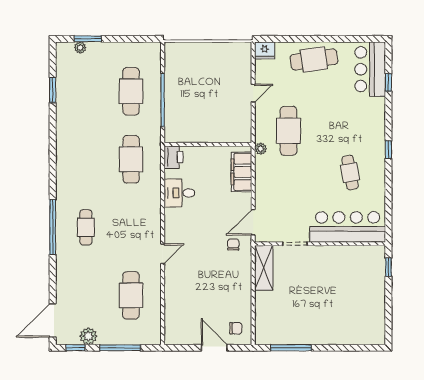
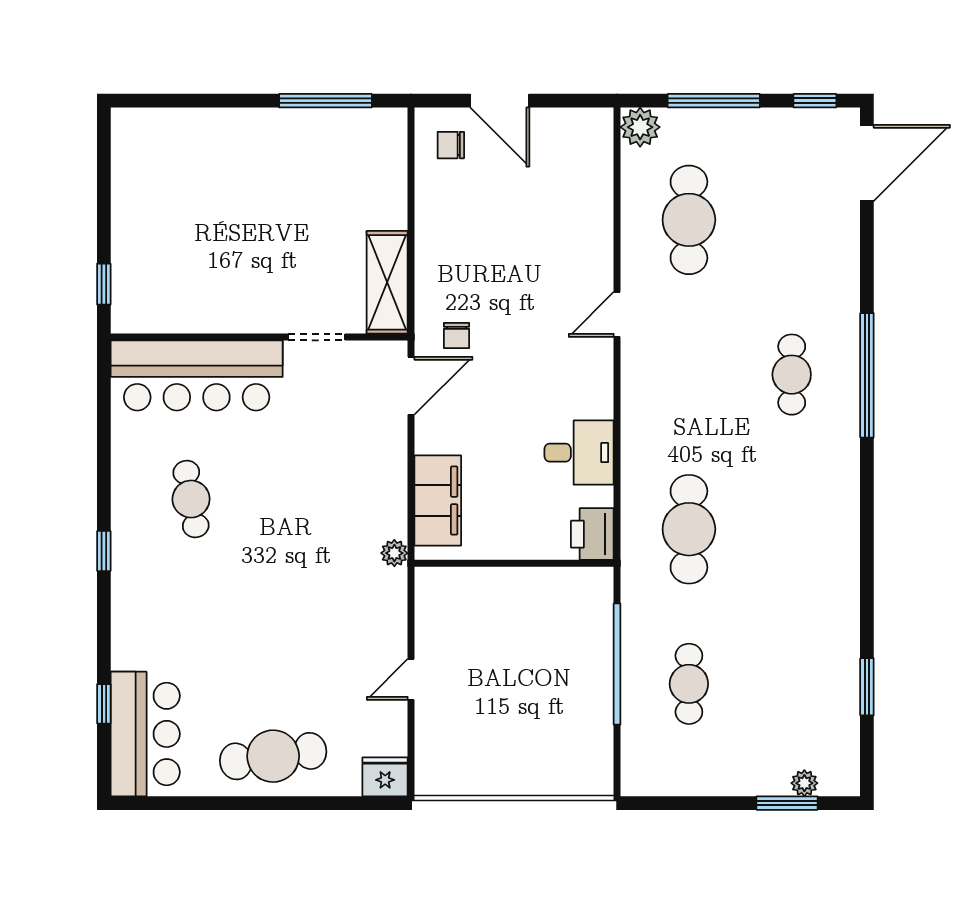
cafe table: (131, 91) -> (689, 684), width x0.73, depth x0.74
cafe table: (288, 131) -> (331, 594), removed
plant: (88, 336) -> (640, 127), moved

